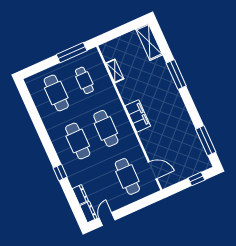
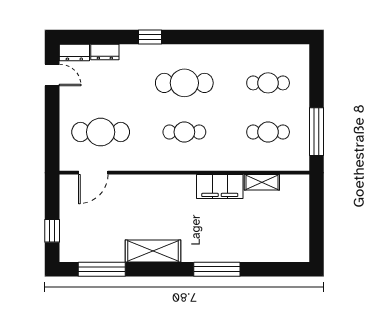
shelving: (149, 42) -> (153, 251), moved
cafe table: (56, 93) -> (268, 83), width x0.73, depth x0.74
filing cabinet: (138, 116) -> (220, 186), moved
cafe table: (106, 128) -> (184, 132), width x0.73, depth x0.74

